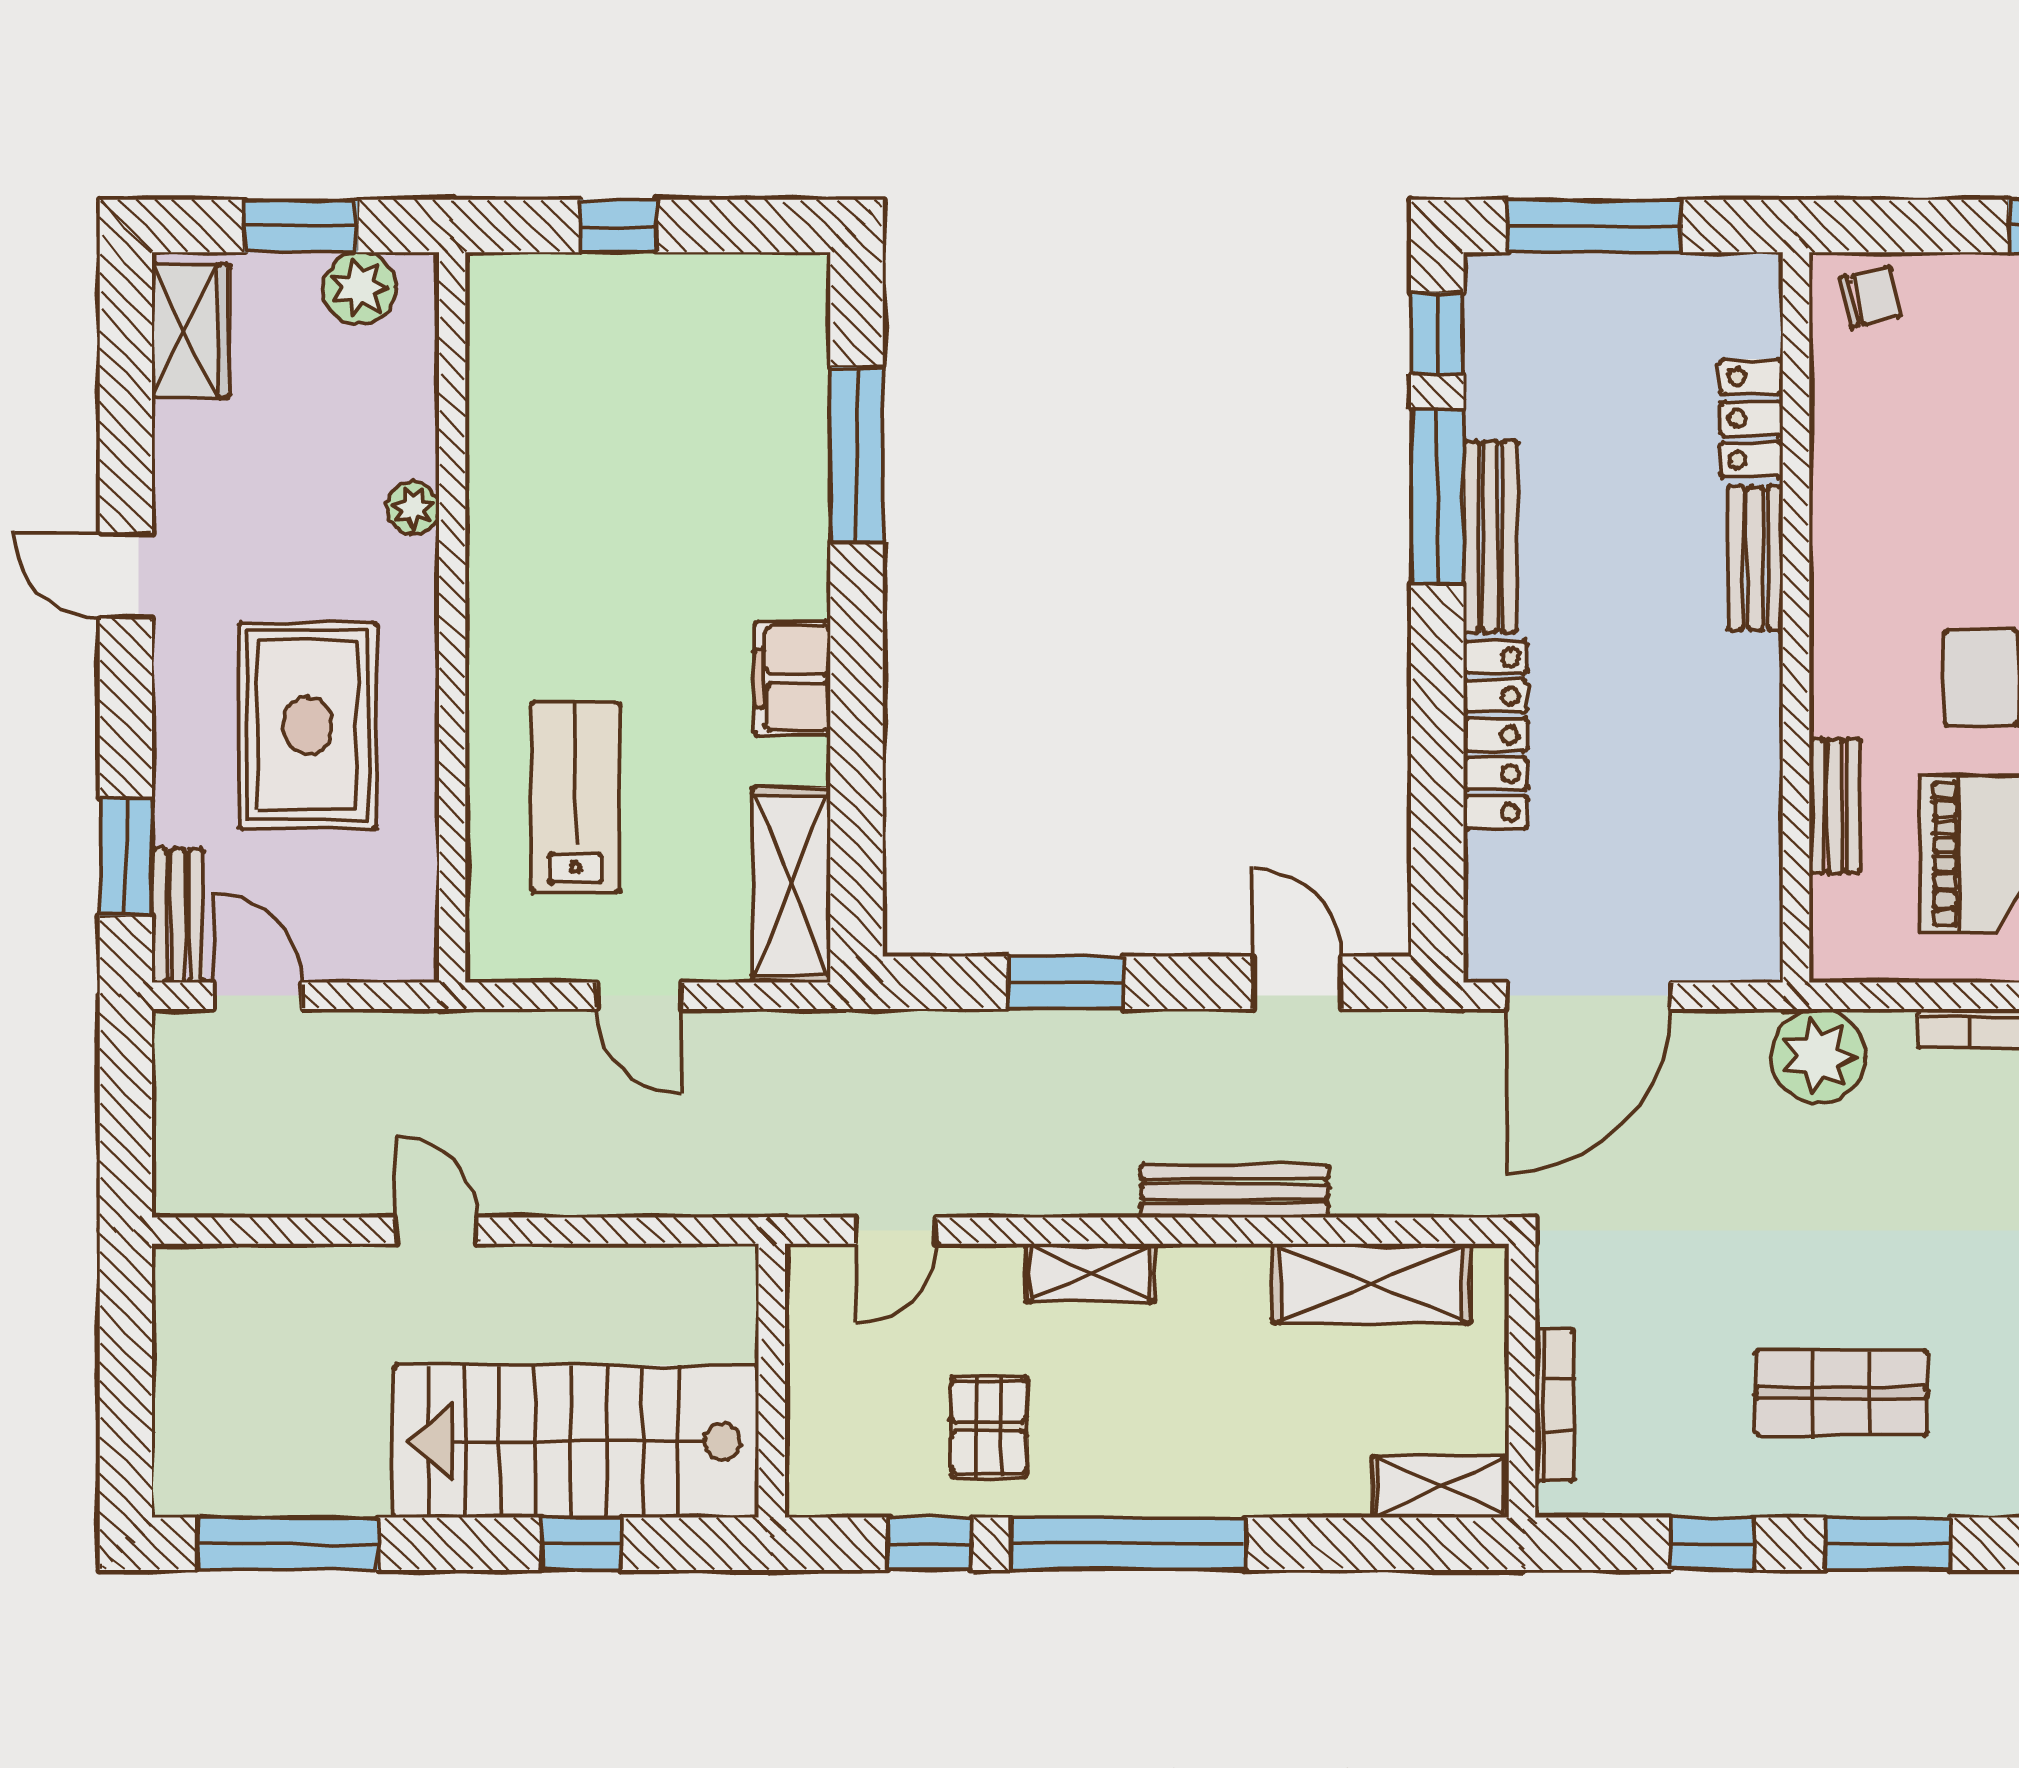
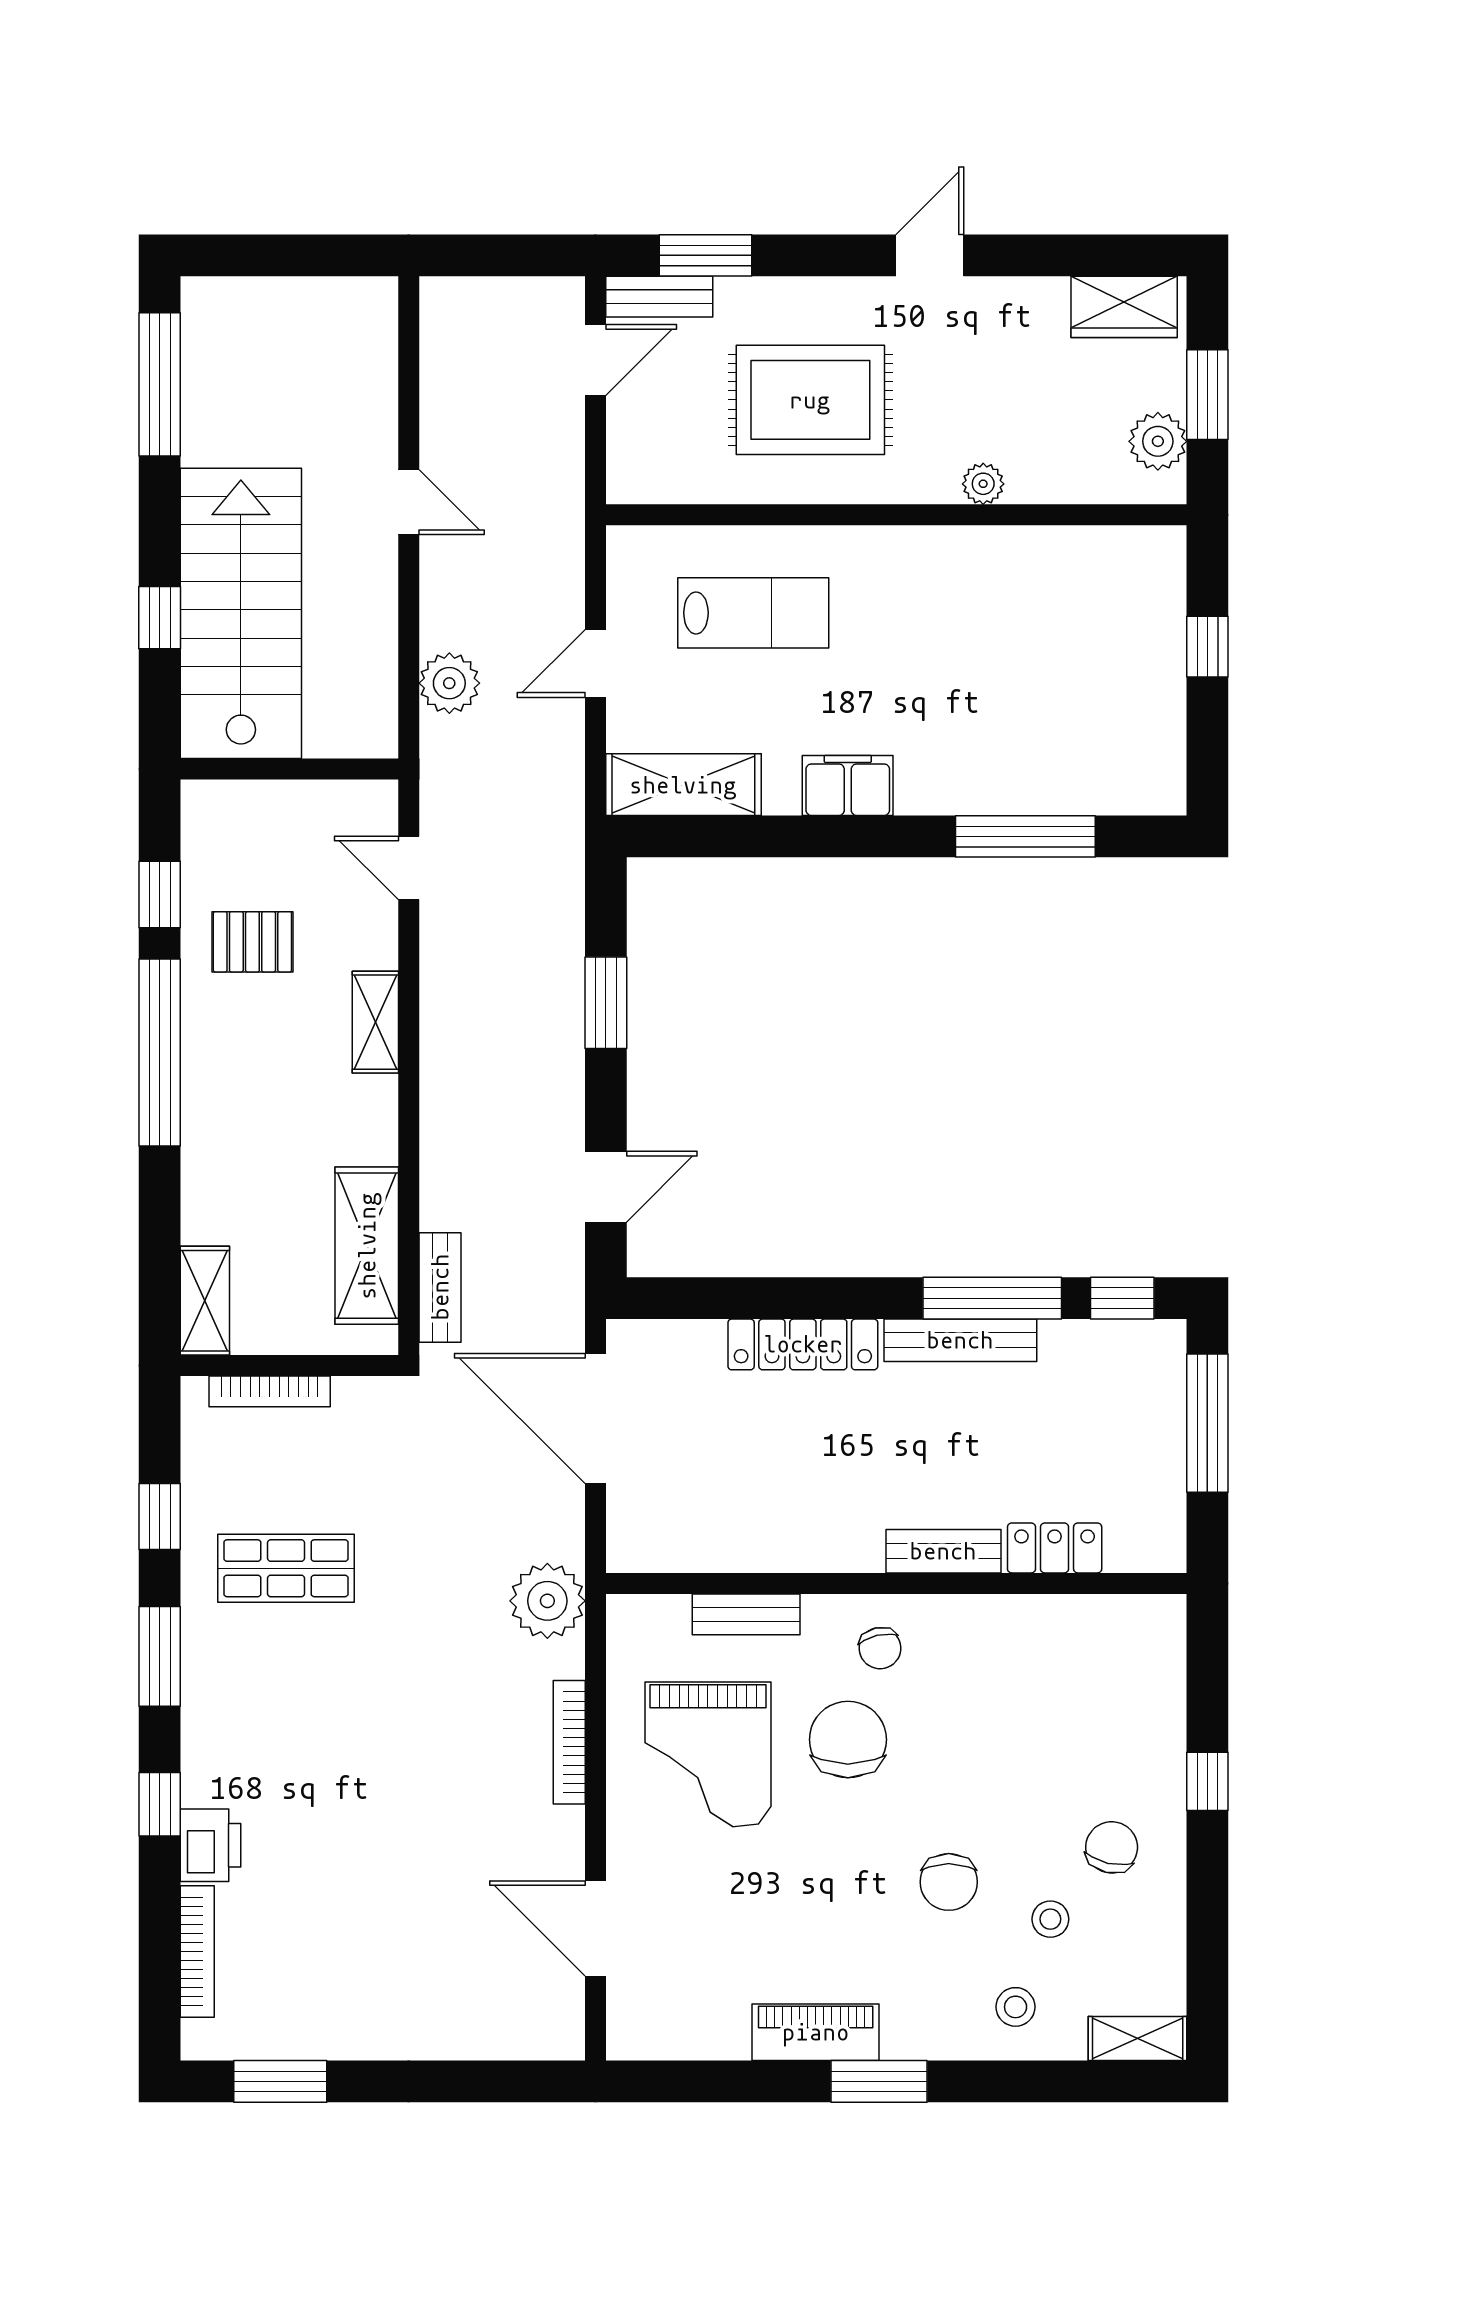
chair: (1871, 297) -> (880, 1648), moved
plant: (664, 1179) -> (449, 683), added
bench: (1235, 1191) -> (440, 1287), moved, width x0.73
door: (436, 1231) -> (409, 502), hinge flipped
shop shelf: (1841, 1393) -> (286, 1568), moved, turned 90

